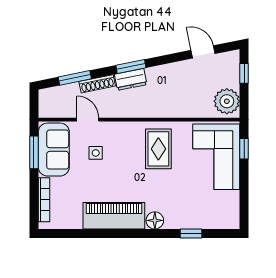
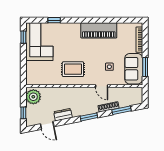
dresser: (131, 79) -> (63, 115), moved
door: (88, 120) -> (102, 86), moved
rug: (158, 149) -> (73, 69), turned 90
window: (244, 149) -> (23, 37), moved
corner sofa: (216, 157) -> (39, 42), moved
floor lamp: (155, 220) -> (75, 28), removed

